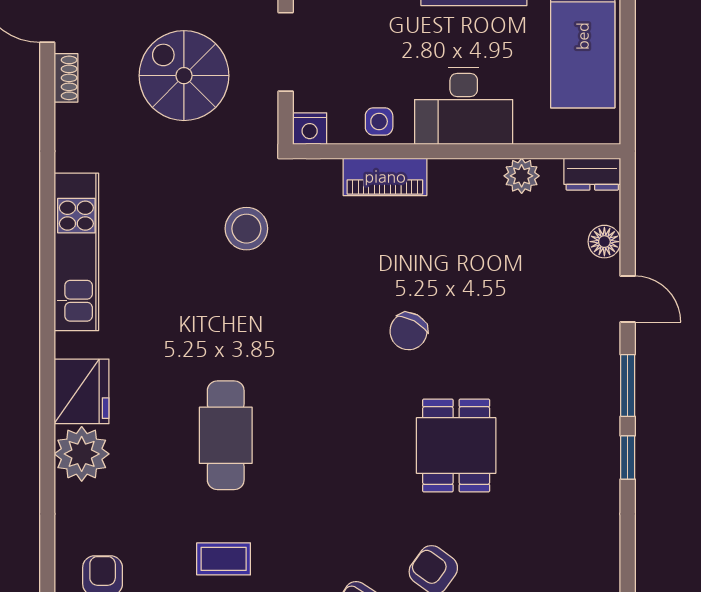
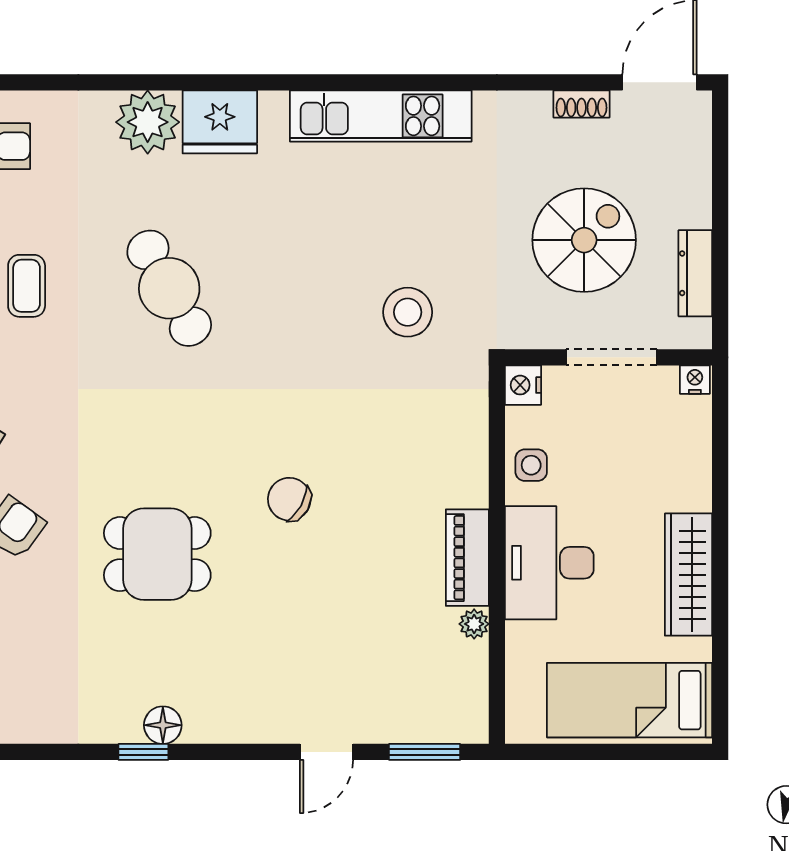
dresser: (592, 174) -> (470, 711), removed
plant: (522, 176) -> (474, 624), width x0.73, depth x0.73
piano: (385, 177) -> (467, 558), moved
floor lamp: (604, 242) -> (163, 725), moved
window: (628, 385) -> (425, 752), moved
cafe table: (226, 435) -> (169, 288), turned 61

